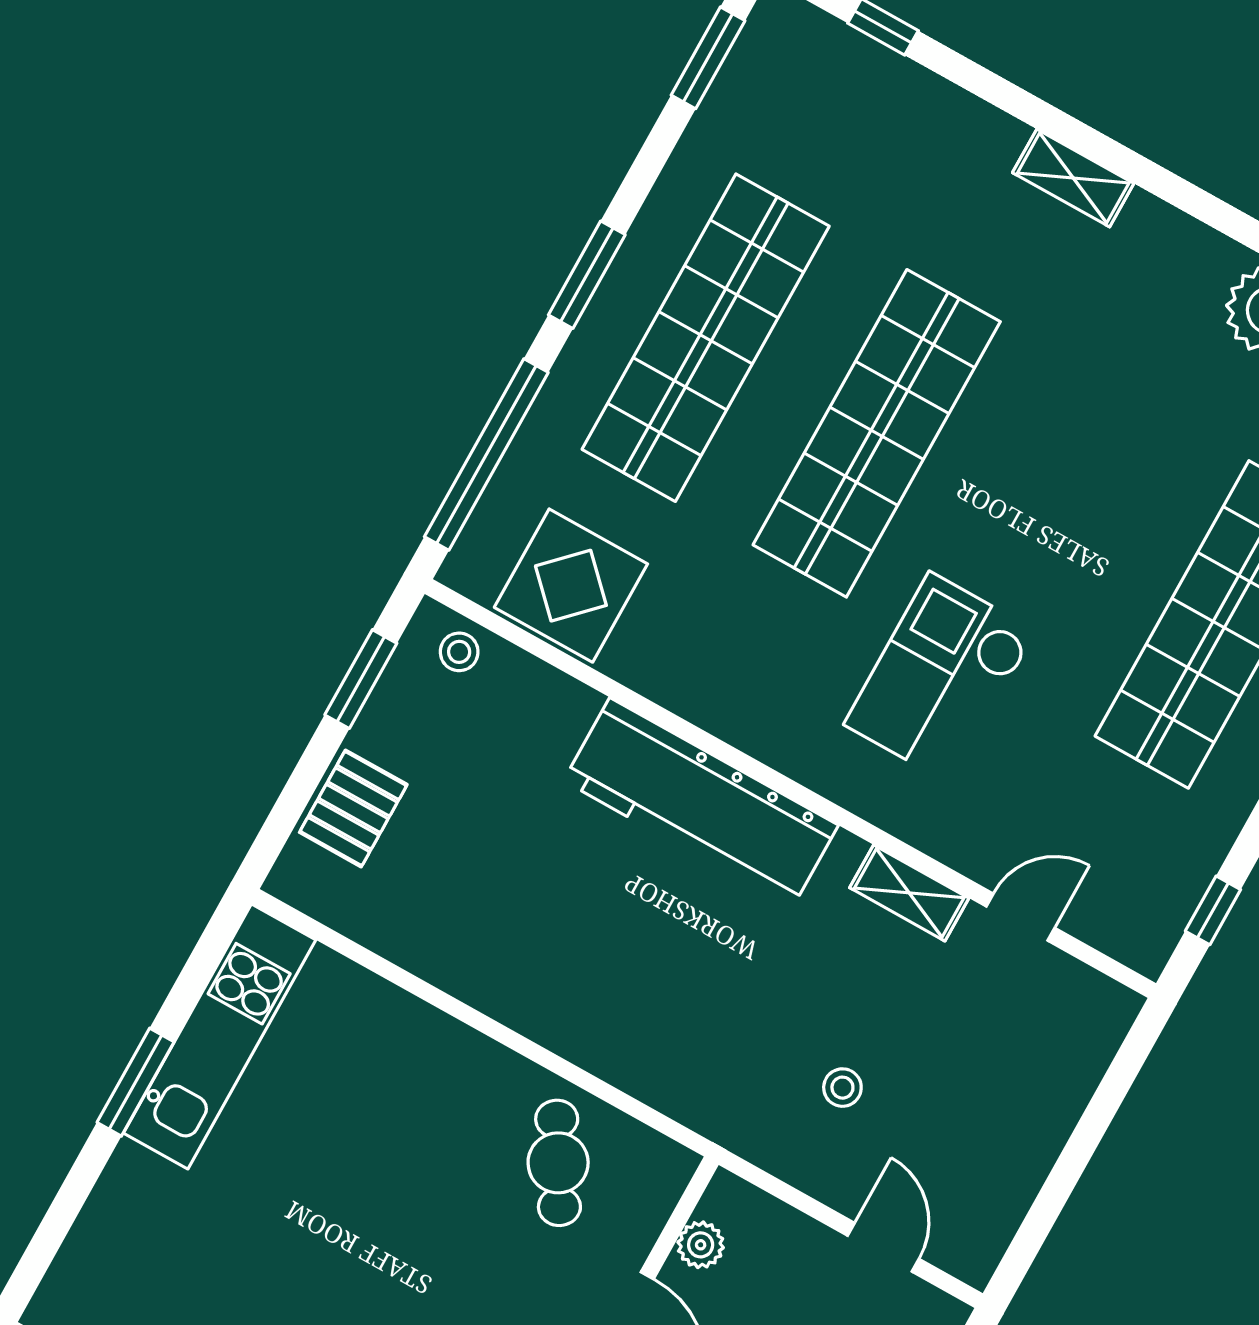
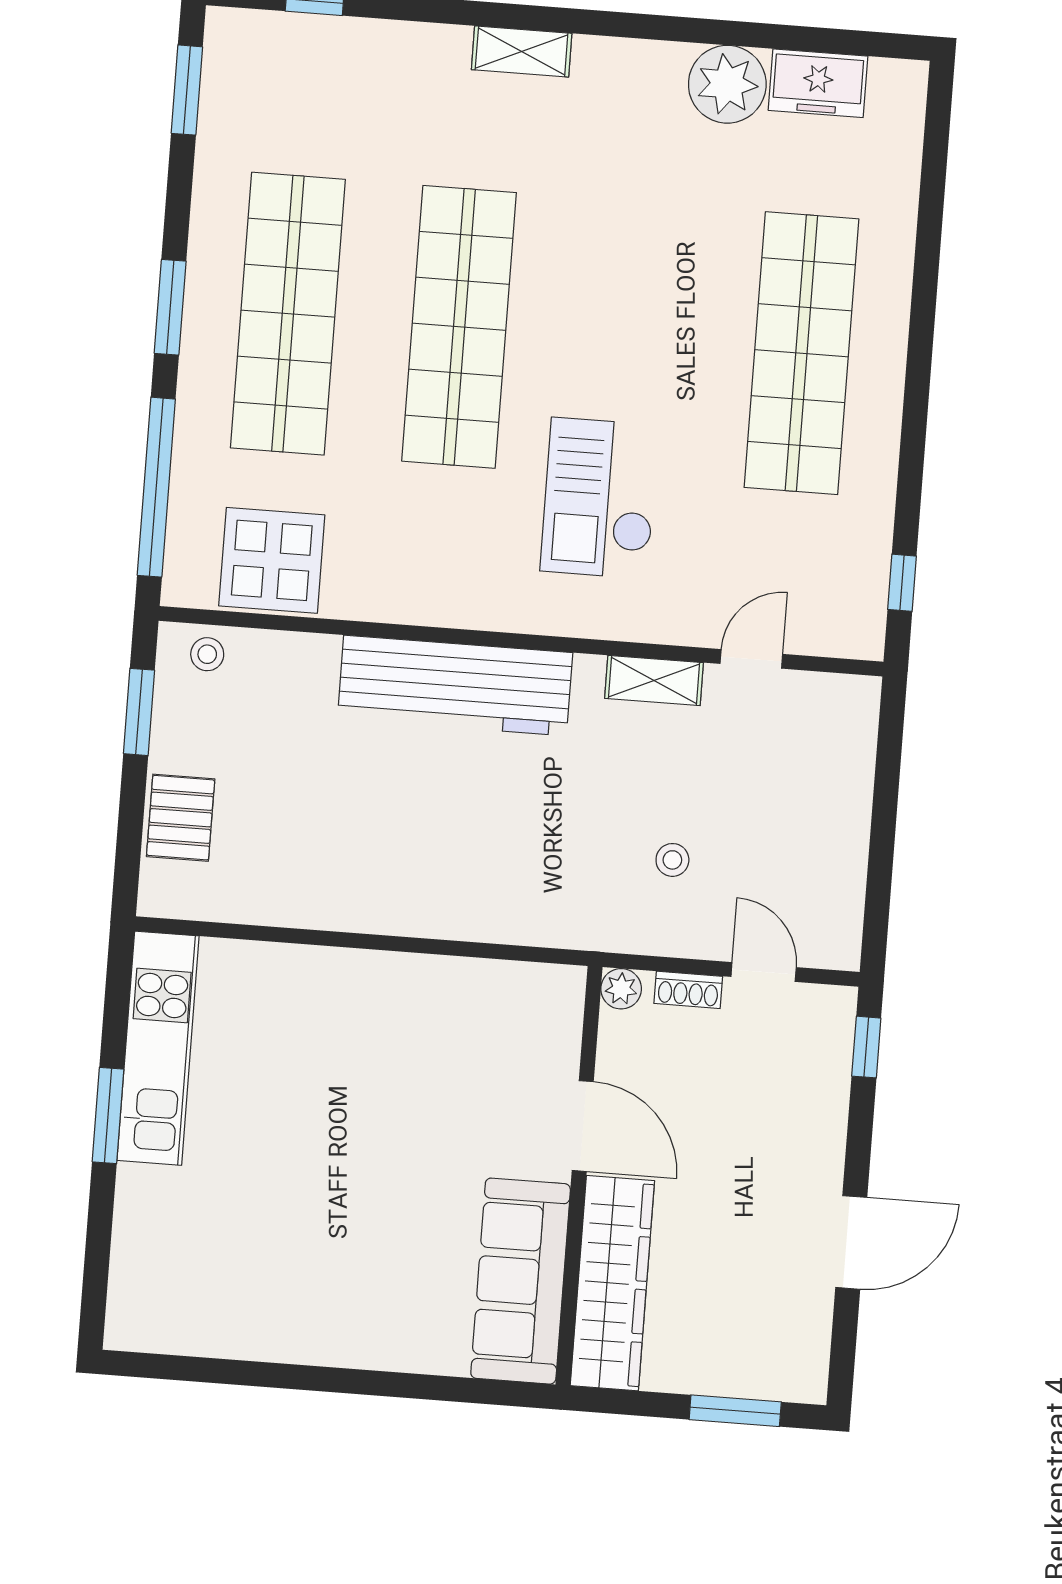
cafe table: (558, 1163) -> (474, 1024), removed
shoe rack: (797, 1230) -> (688, 990), added
plant: (701, 1245) -> (621, 989), moved

